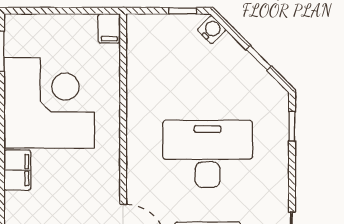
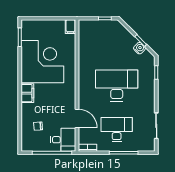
water cooler: (212, 30) -> (139, 48), moved

